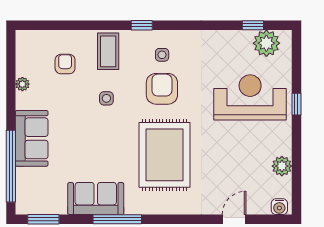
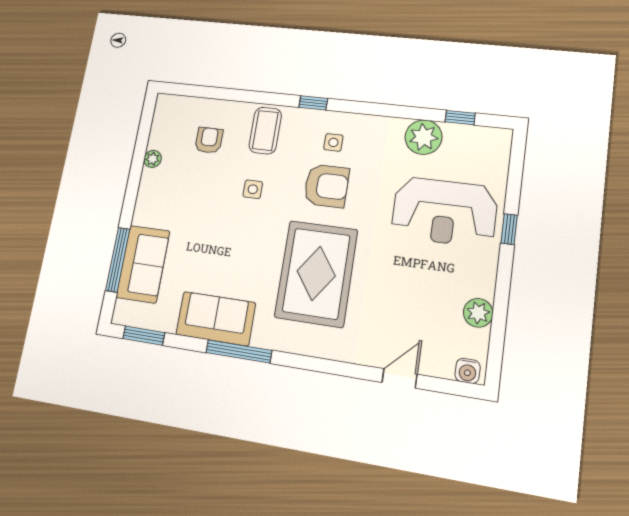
plant: (266, 43) -> (424, 137), moved
armchair: (162, 89) -> (326, 186), turned 90
reception desk: (250, 97) -> (444, 212), turned 180
sofa: (32, 138) -> (143, 264), moved
window: (11, 166) -> (118, 260), width x0.68

